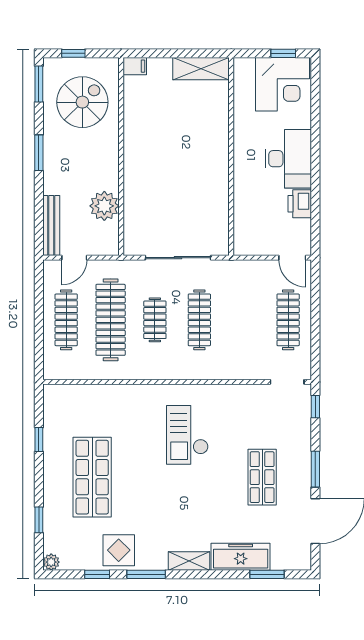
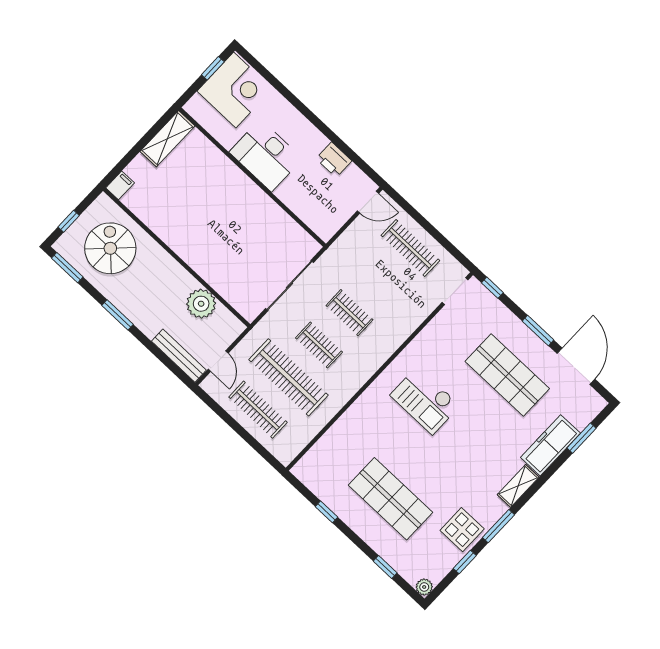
desk: (288, 159) -> (266, 155), moved, turned 180
clothes rail: (199, 320) -> (349, 313), width x0.73
shop shelf: (262, 477) -> (507, 375), width x1.43, depth x1.36

